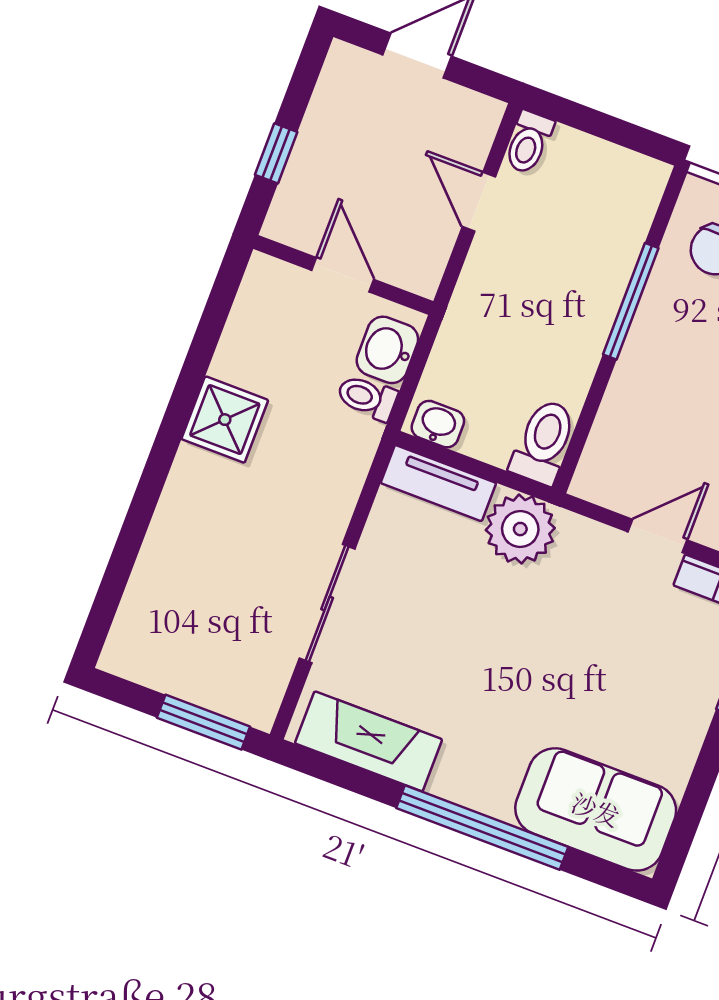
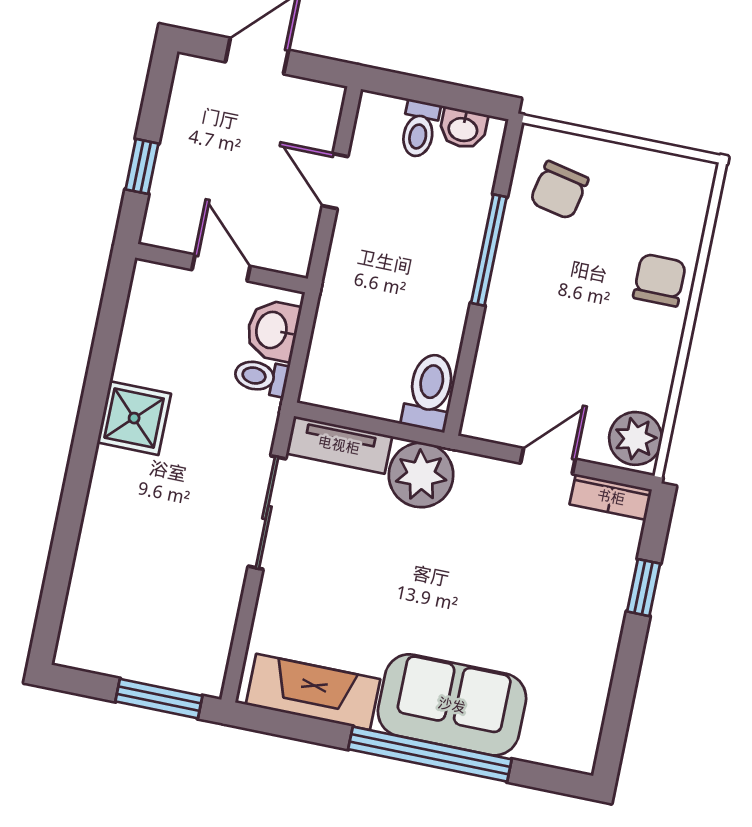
toilet: (529, 142) -> (419, 129), moved
washbasin: (438, 424) -> (463, 128), moved, turned 180
sliding door: (327, 603) -> (267, 513), moved
sofa: (596, 809) -> (452, 705), moved

